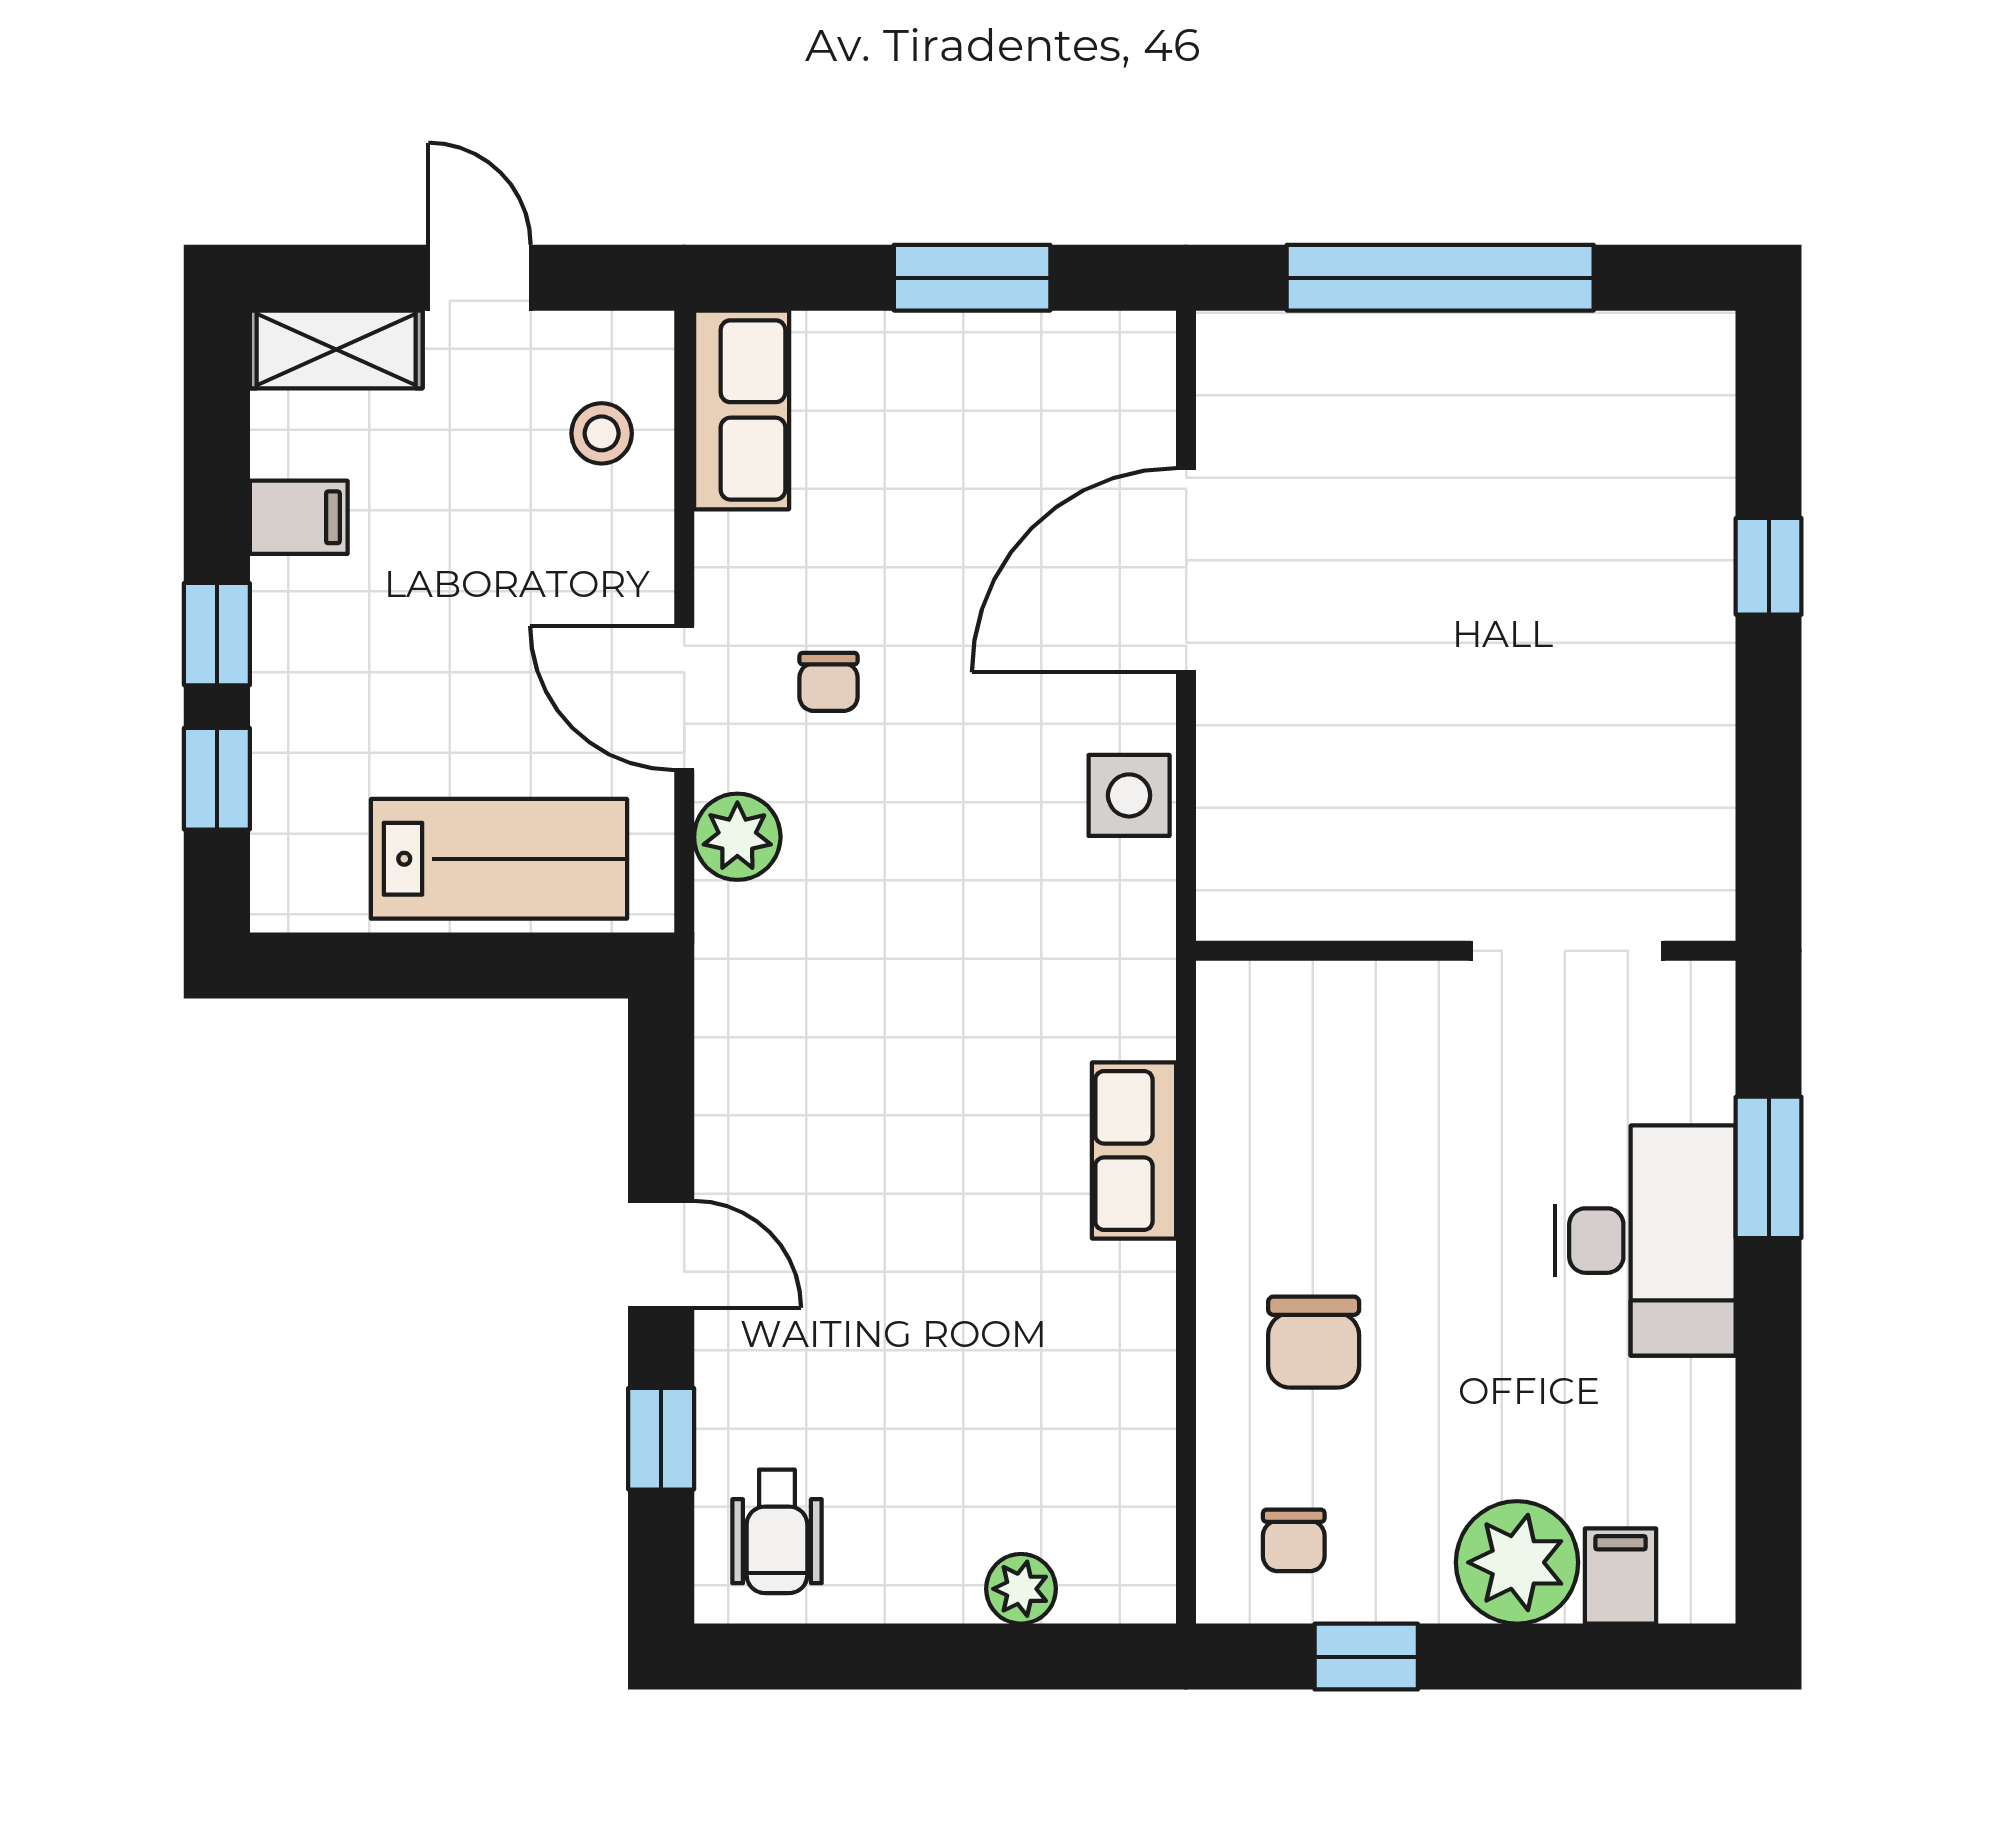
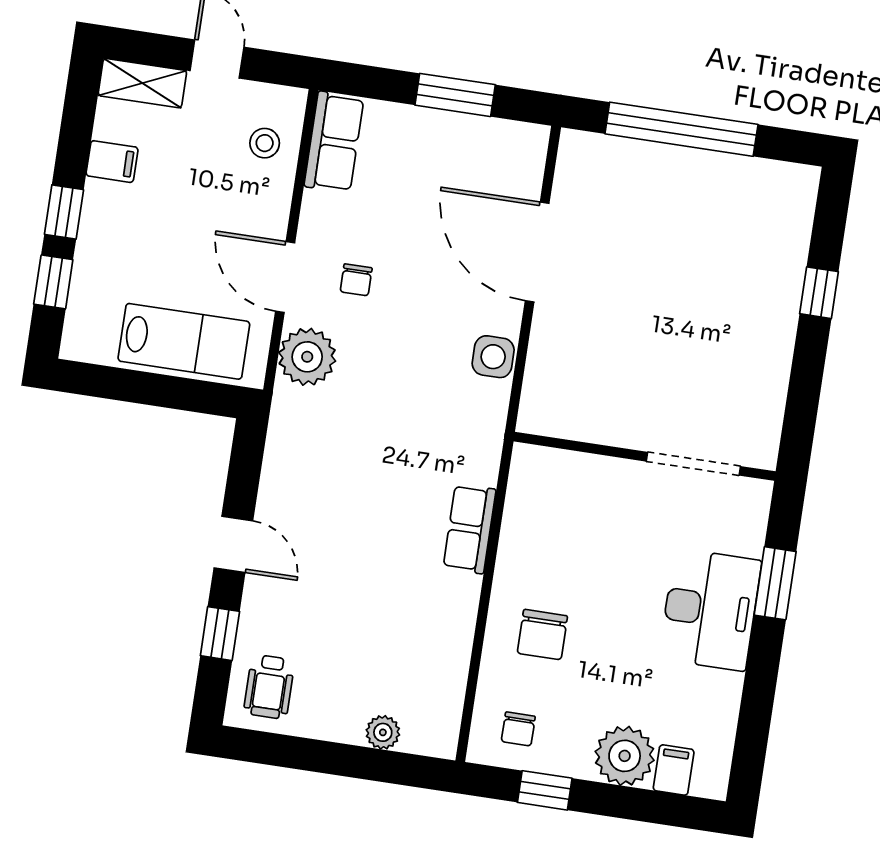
door: (1186, 570) -> (537, 252), hinge flipped
plant: (737, 837) -> (307, 357), width x1.36, depth x1.36

